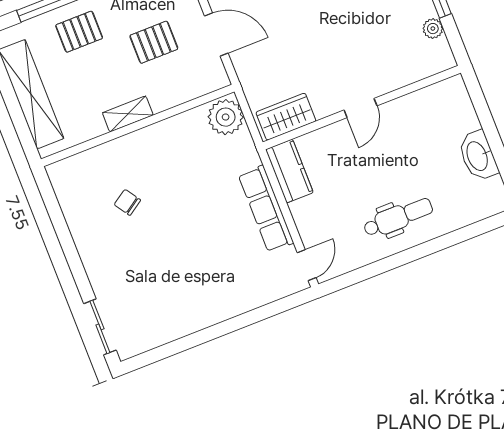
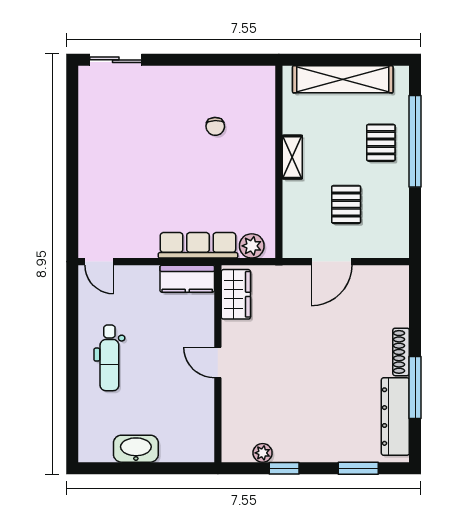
plant: (226, 117) -> (252, 246), width x0.73, depth x0.73
chair: (127, 202) -> (215, 126), turned 122
row of seats: (266, 209) -> (198, 245), moved

